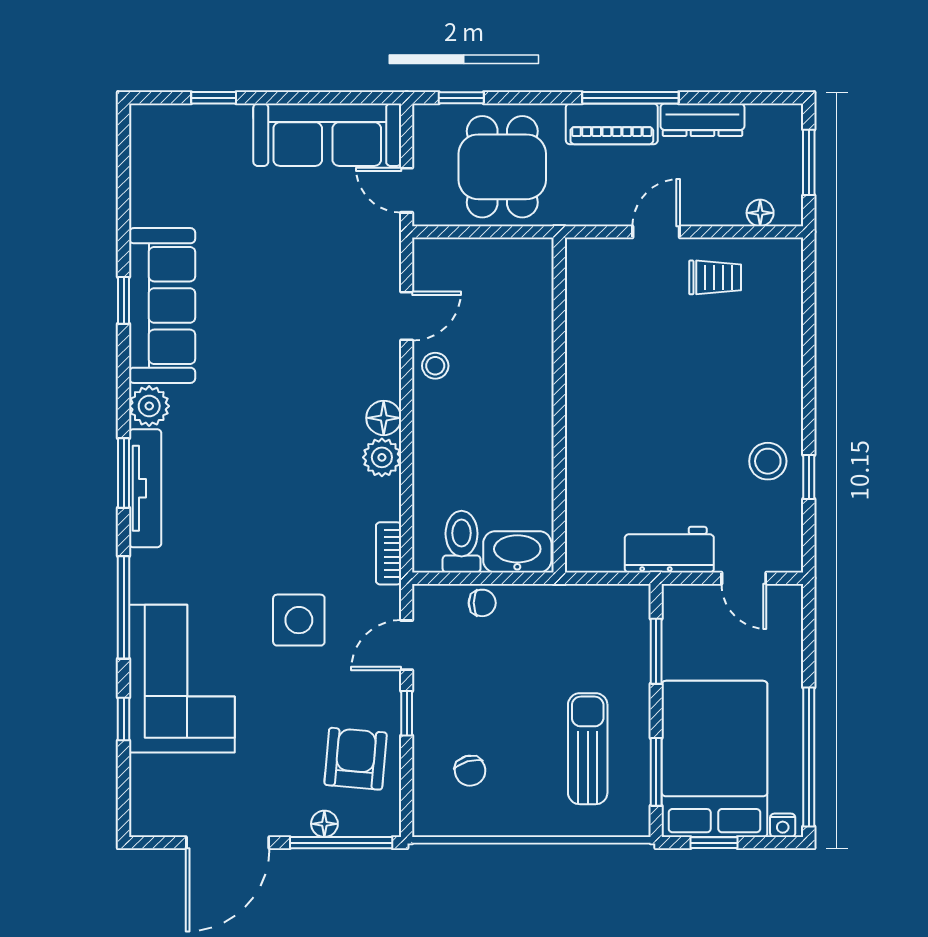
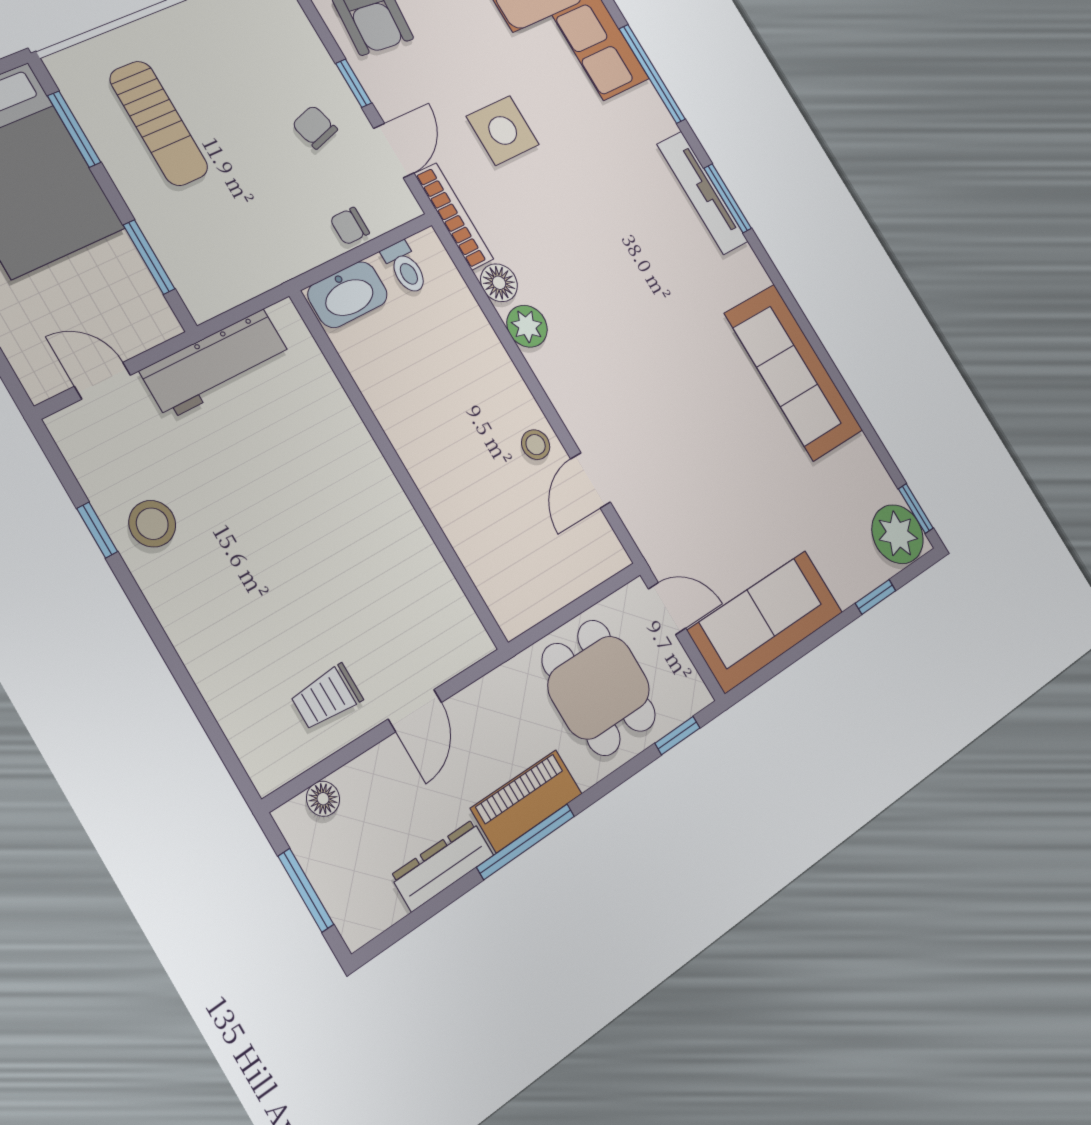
window: (124, 300) -> (916, 508), moved
plant: (149, 406) -> (898, 534), moved, width x1.36, depth x1.36
floor lamp: (384, 418) -> (499, 283), moved
toilet: (462, 542) -> (405, 268), width x0.73, depth x0.72
workbench: (669, 550) -> (216, 364), width x1.38
bookcase: (389, 553) -> (454, 216), width x1.56
chair: (470, 771) -> (315, 127), moved

